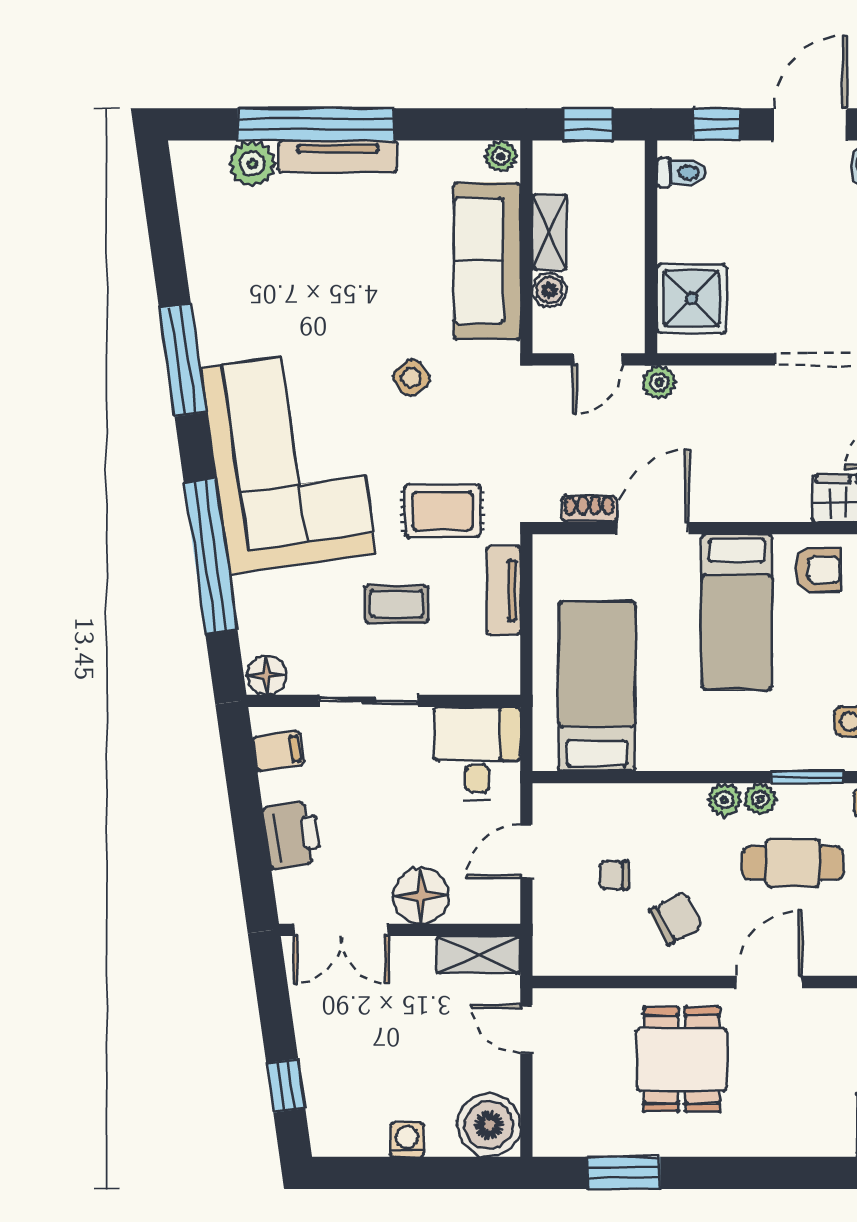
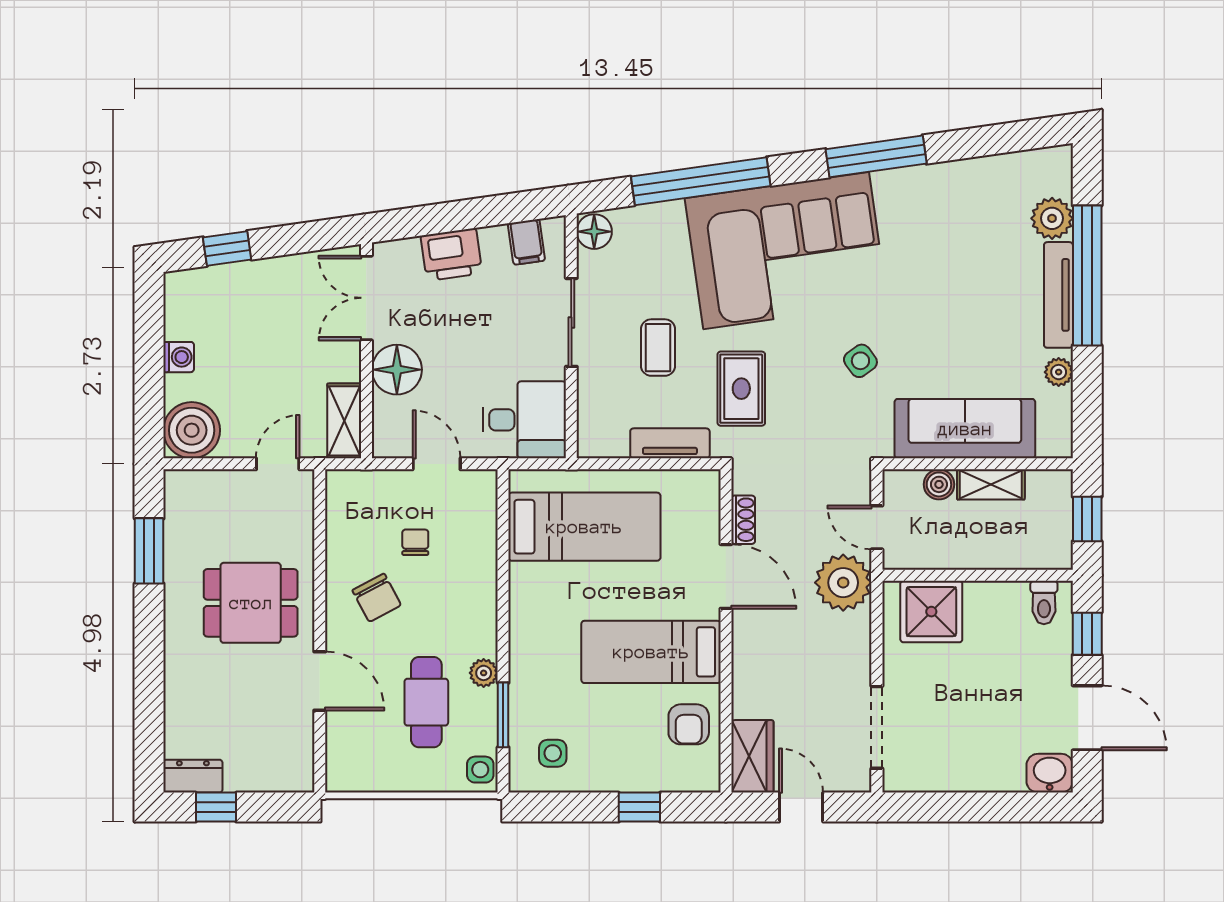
plant: (501, 156) -> (1059, 372), moved
plant: (659, 382) -> (843, 583), width x1.87, depth x1.87
plant: (725, 800) -> (483, 641), removed

